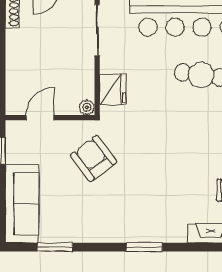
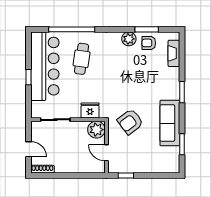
plant: (87, 107) -> (96, 130), width x1.88, depth x1.88
sofa: (22, 204) -> (170, 123), moved, turned -90

